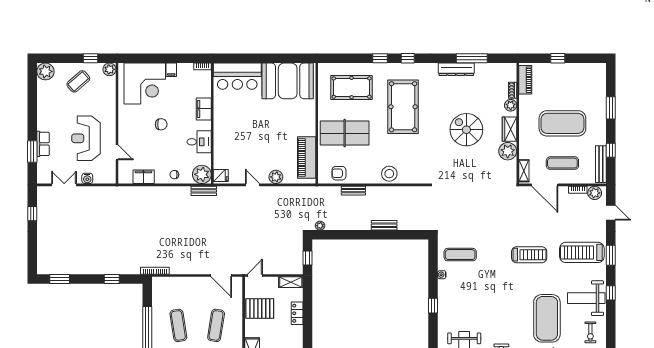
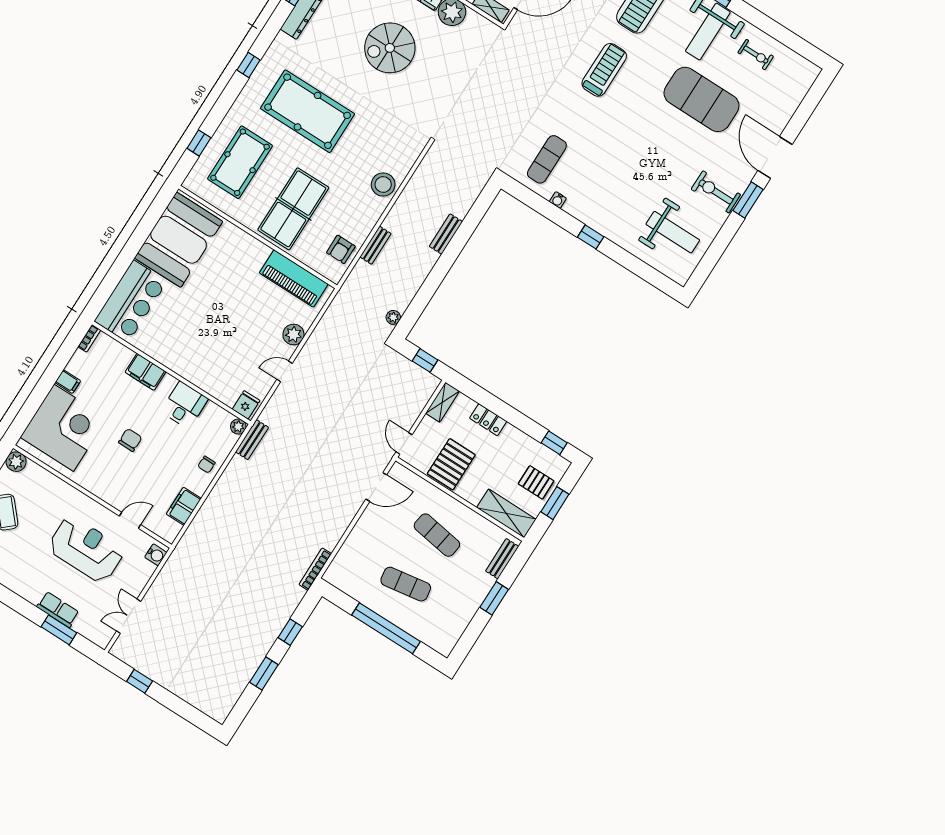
window: (380, 58) -> (199, 143), moved
reception desk: (86, 138) -> (86, 549), turned 180
plant: (202, 174) -> (238, 427), width x0.53, depth x0.53
water cooler: (87, 178) -> (156, 555), moved
window: (60, 279) -> (264, 673), moved

